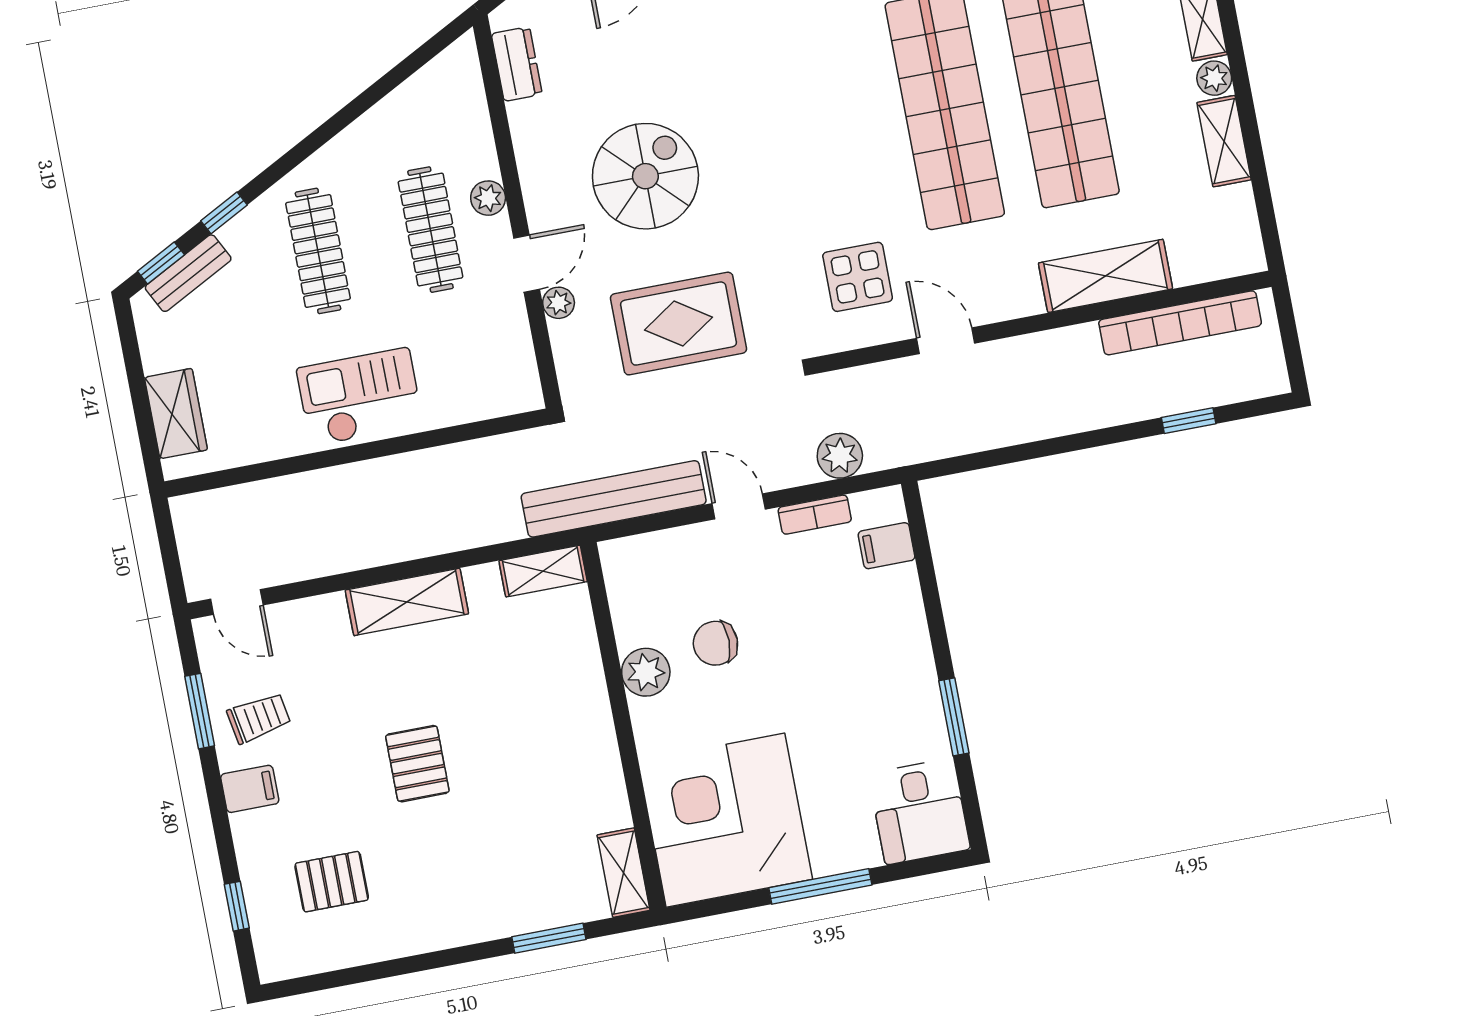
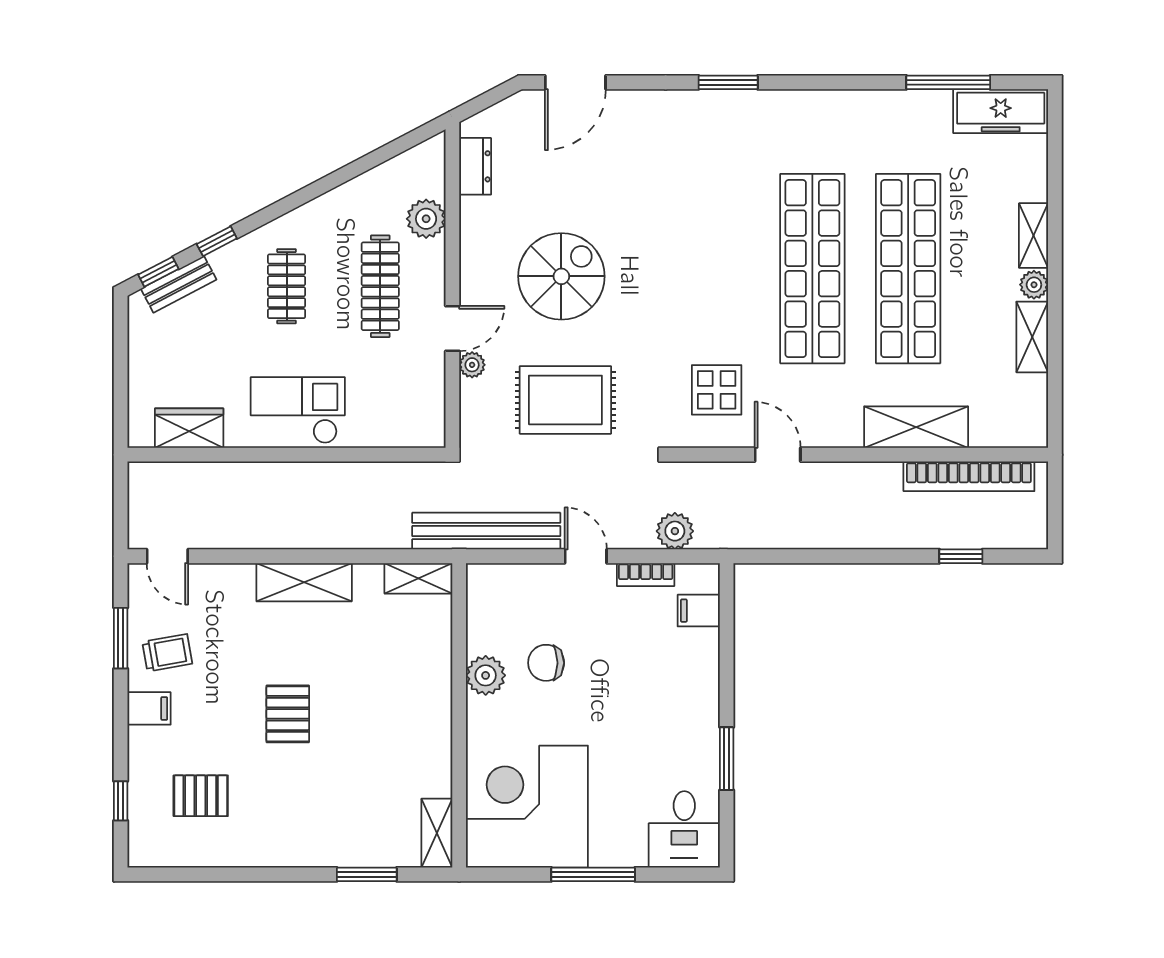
plant: (488, 198) -> (426, 219), moved, width x1.38, depth x1.38
clothes rail: (318, 251) -> (287, 286), width x0.73
wardrobe: (176, 414) -> (189, 428), moved, turned -90

